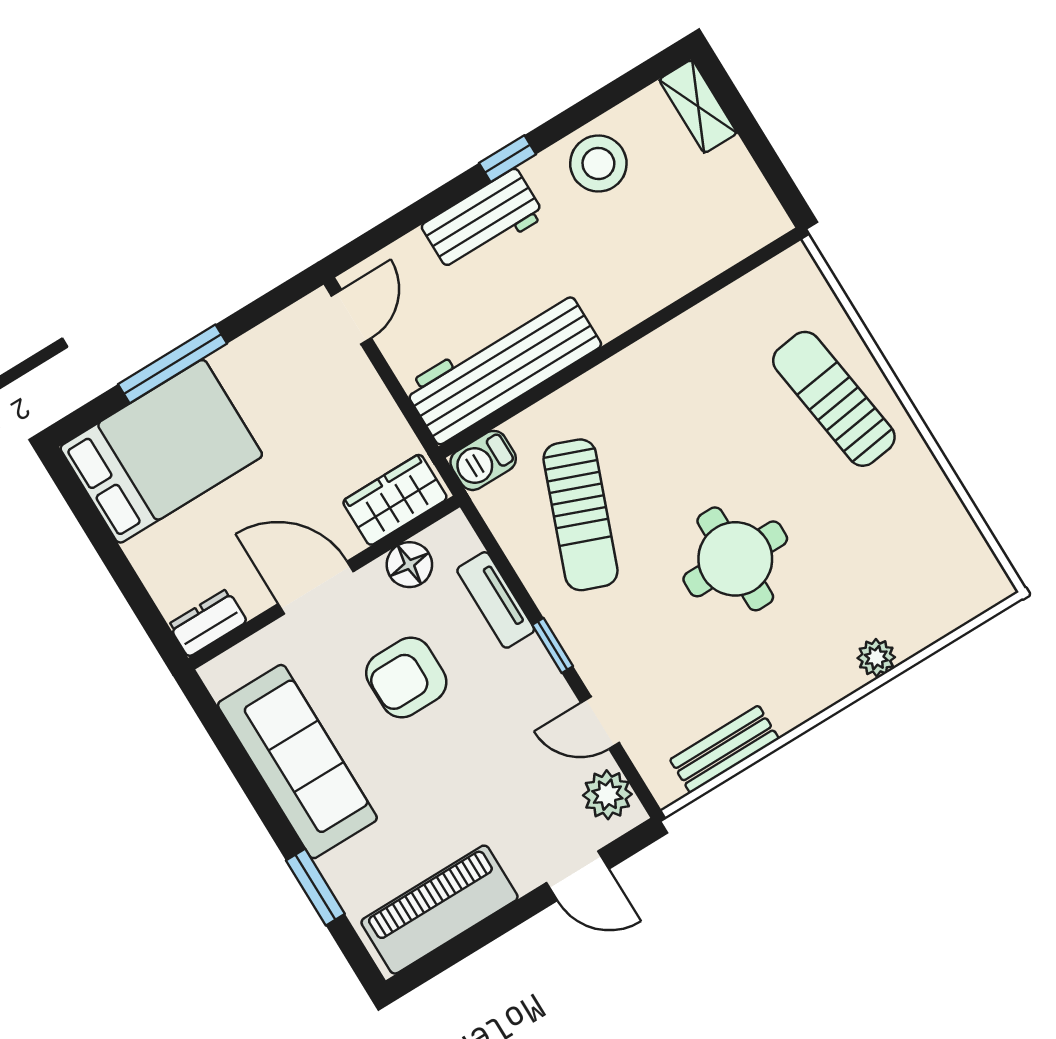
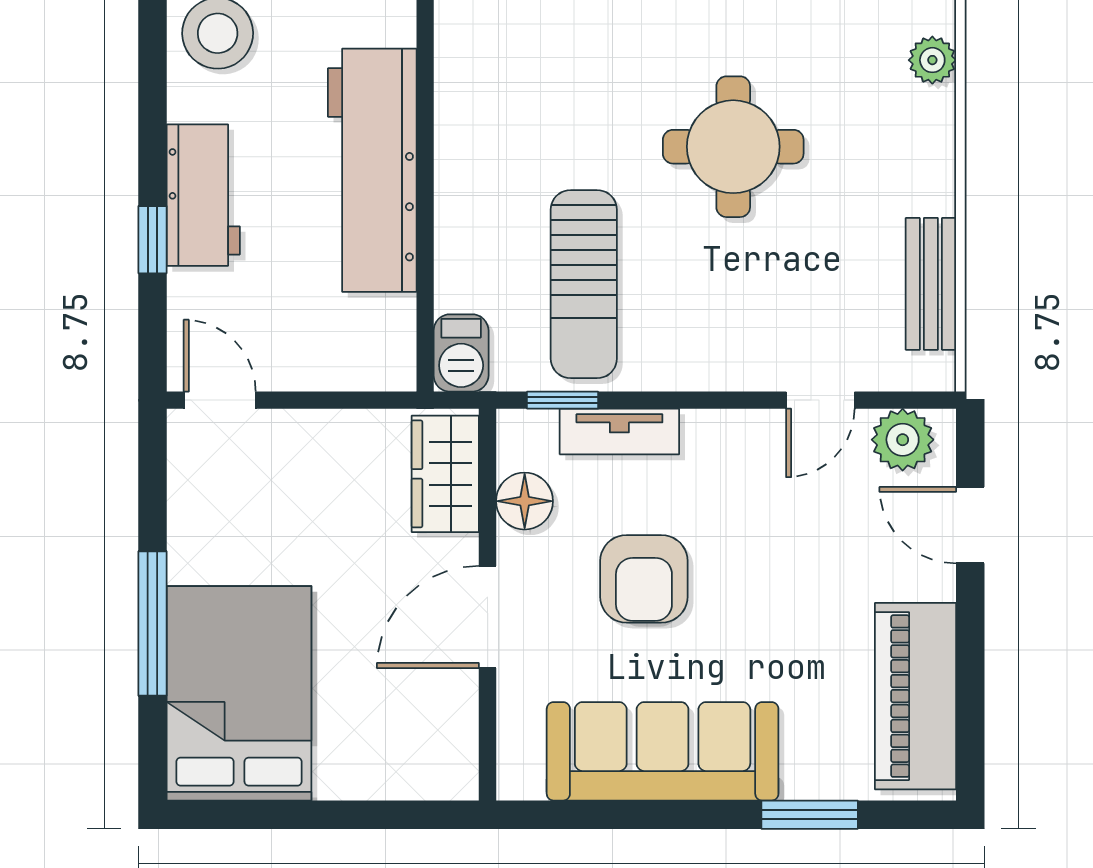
window: (508, 159) -> (152, 240), moved
workbench: (502, 366) -> (372, 170), moved
sun lounger: (581, 515) -> (584, 284), turned 69
dresser: (208, 623) -> (454, 757), removed
window: (553, 646) -> (563, 400), moved
door: (578, 876) -> (970, 525), swing flipped

